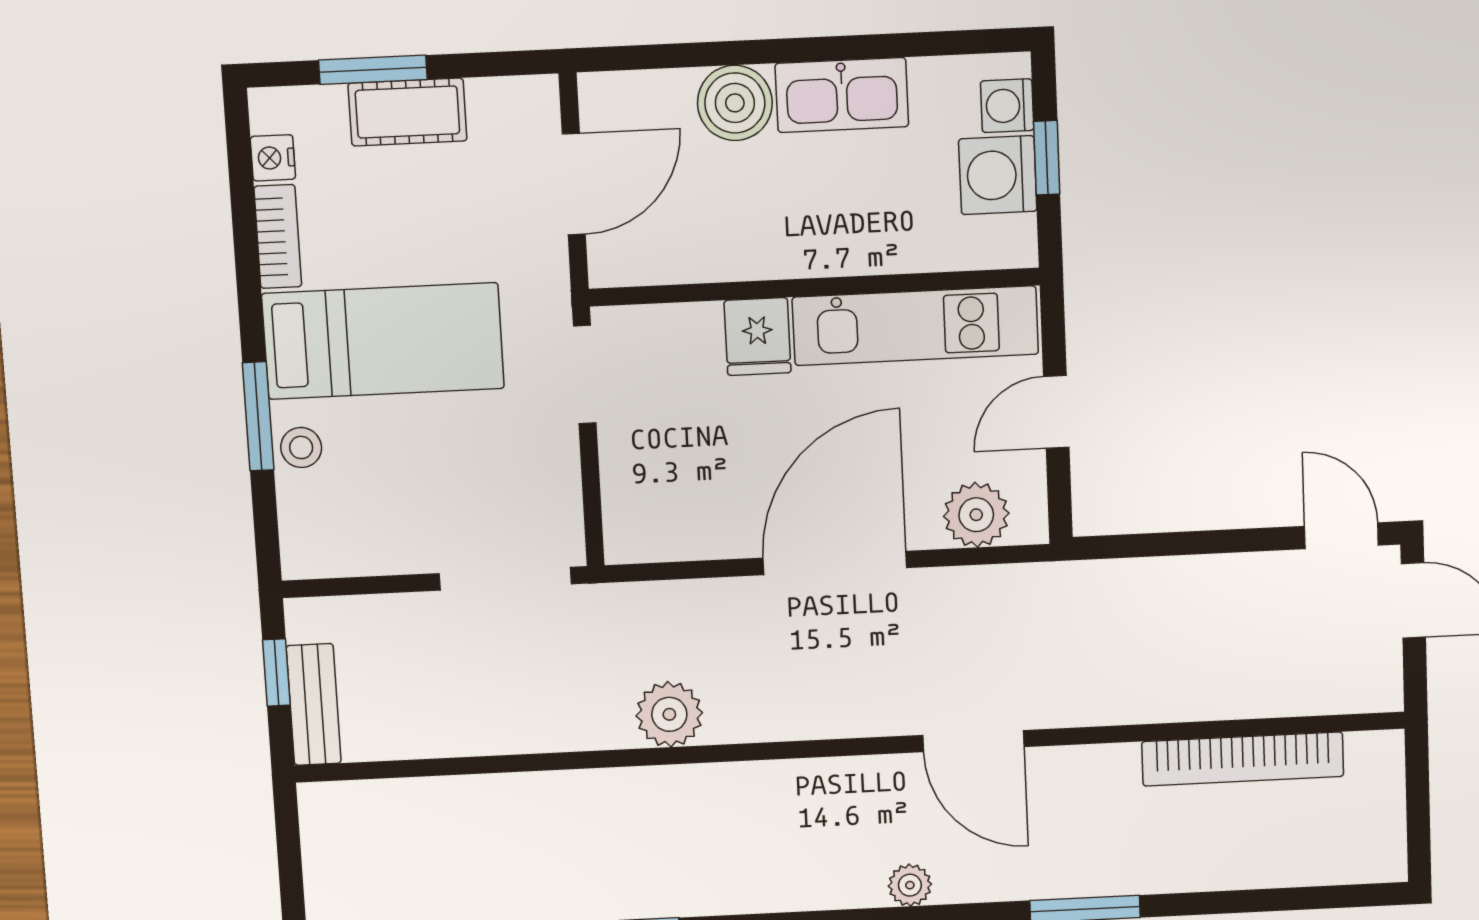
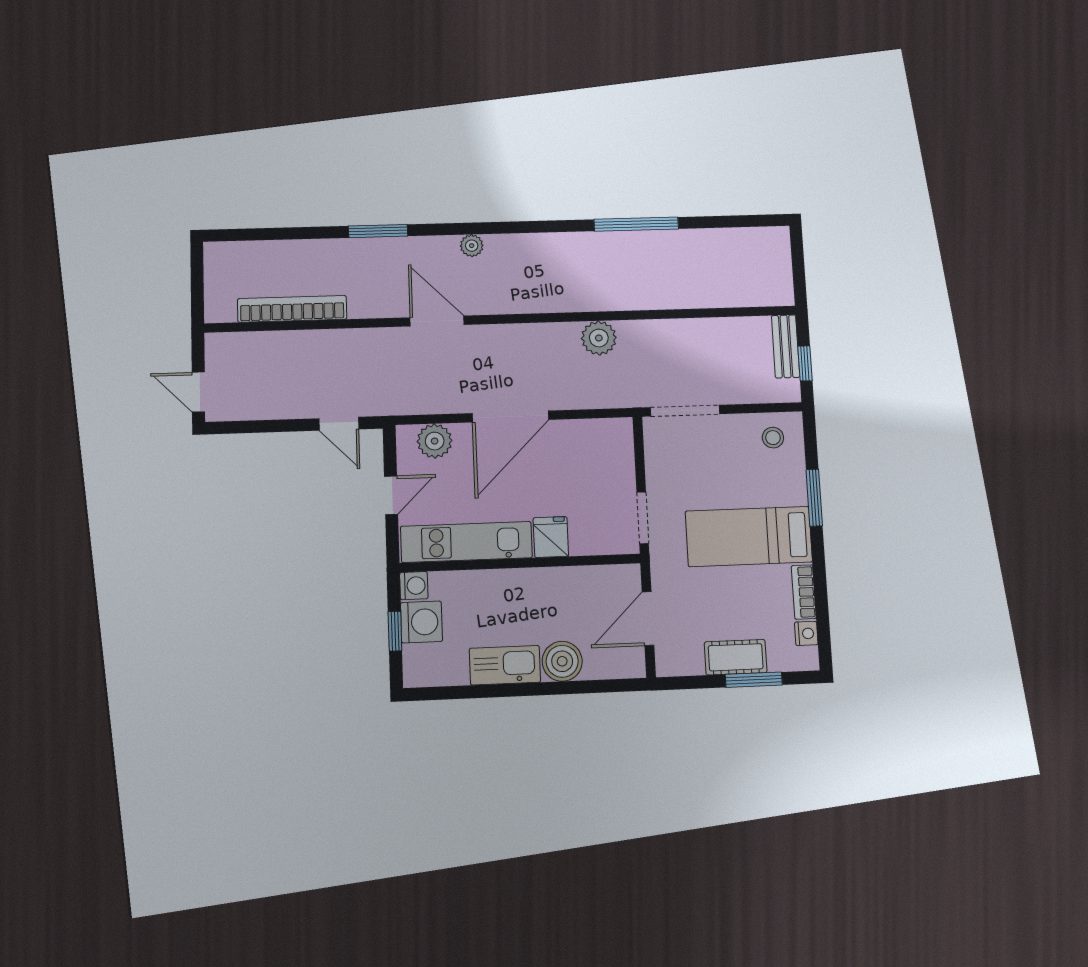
washing machine: (1007, 106) -> (414, 586), moved
stool: (301, 447) -> (773, 438), moved
door: (1341, 536) -> (339, 424), moved

